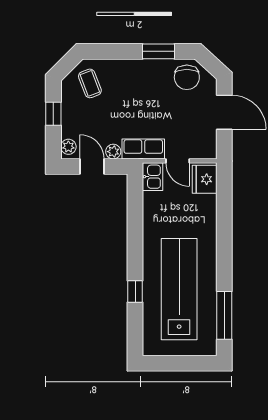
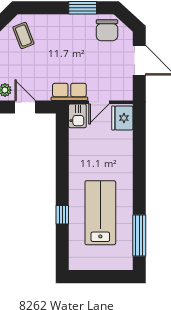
plant: (113, 152) -> (44, 94), removed
door: (178, 161) -> (99, 102), hinge flipped
lab bench: (179, 289) -> (100, 213), width x0.73

